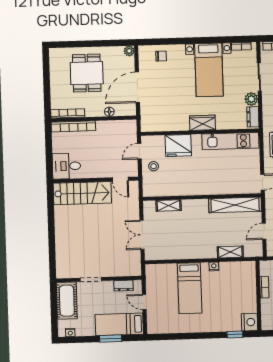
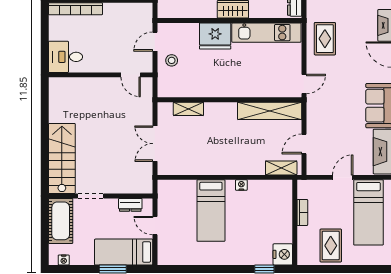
fridge: (178, 145) -> (215, 36), moved
stairs: (82, 193) -> (62, 158), moved, turned -90
shelving: (230, 252) -> (281, 168), moved

